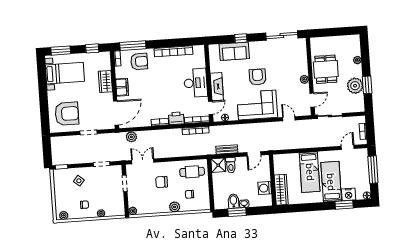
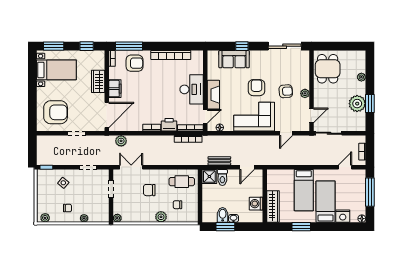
dining table: (326, 69) -> (328, 69), moved
armchair: (286, 79) -> (286, 91), added
door: (289, 119) -> (286, 133), swing flipped
window: (344, 205) -> (301, 227), moved

